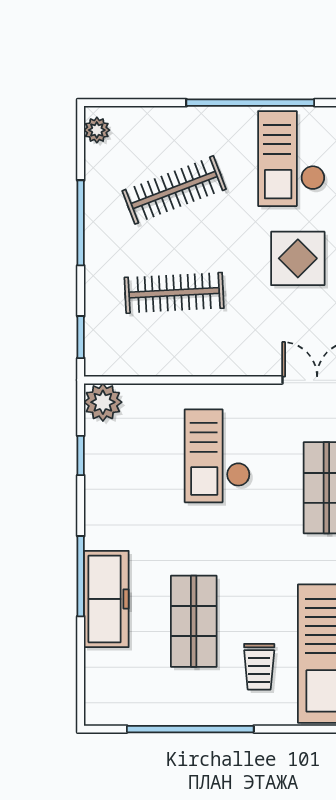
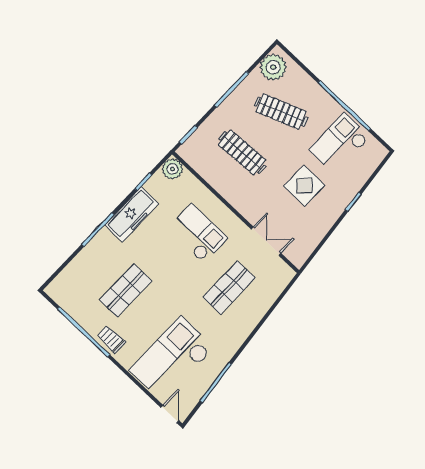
plant: (97, 130) -> (273, 67), width x1.87, depth x1.87
checkout: (217, 456) -> (198, 234), turned 90
freezer: (106, 599) -> (132, 214), moved
trolley: (259, 667) -> (111, 339), moved, turned 90

